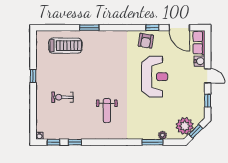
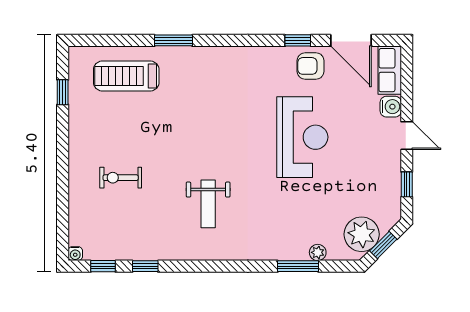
armchair: (146, 41) -> (311, 66), moved, turned 81
treadmill: (65, 46) -> (126, 76), turned 180
window: (33, 76) -> (63, 92), moved

